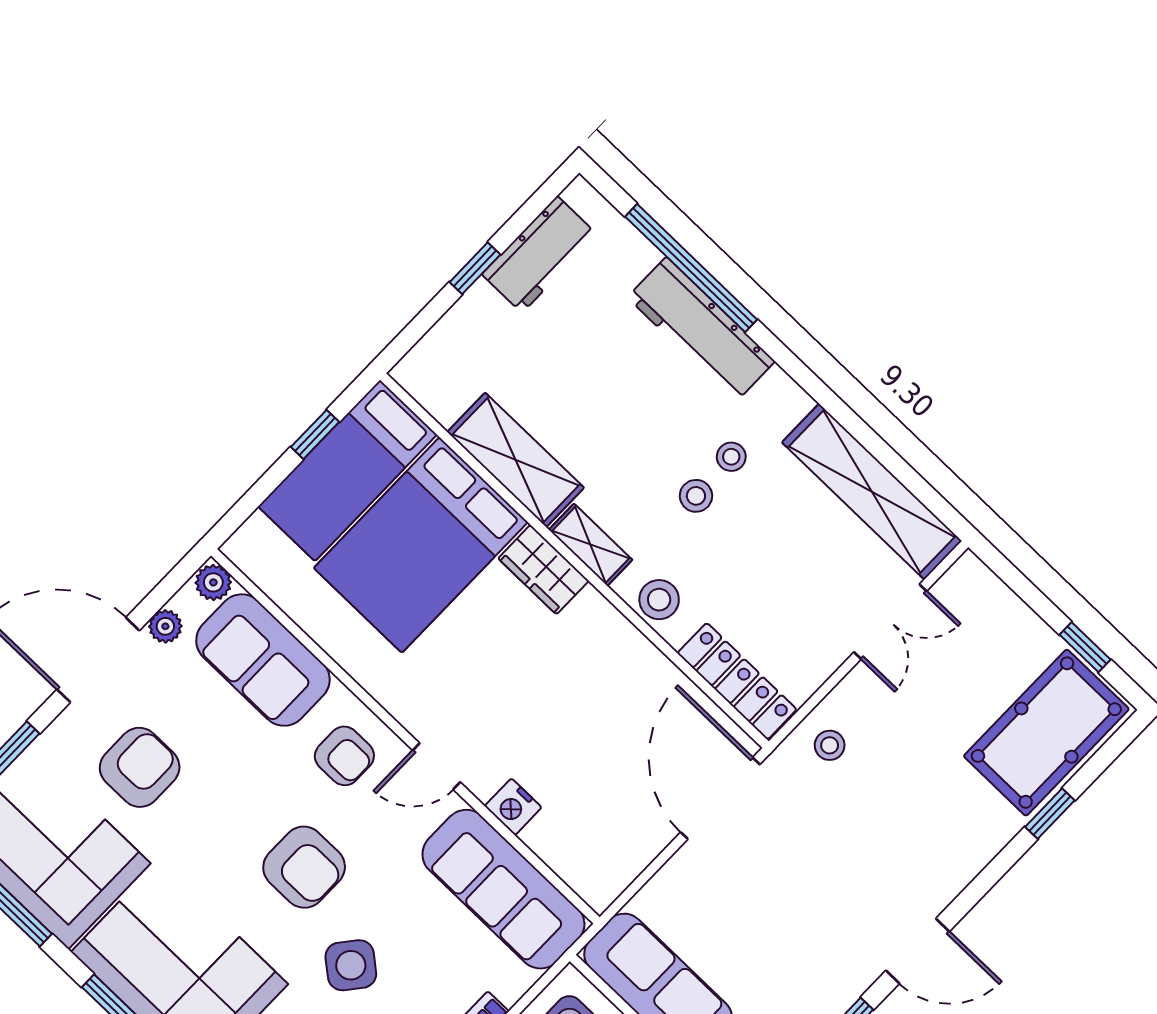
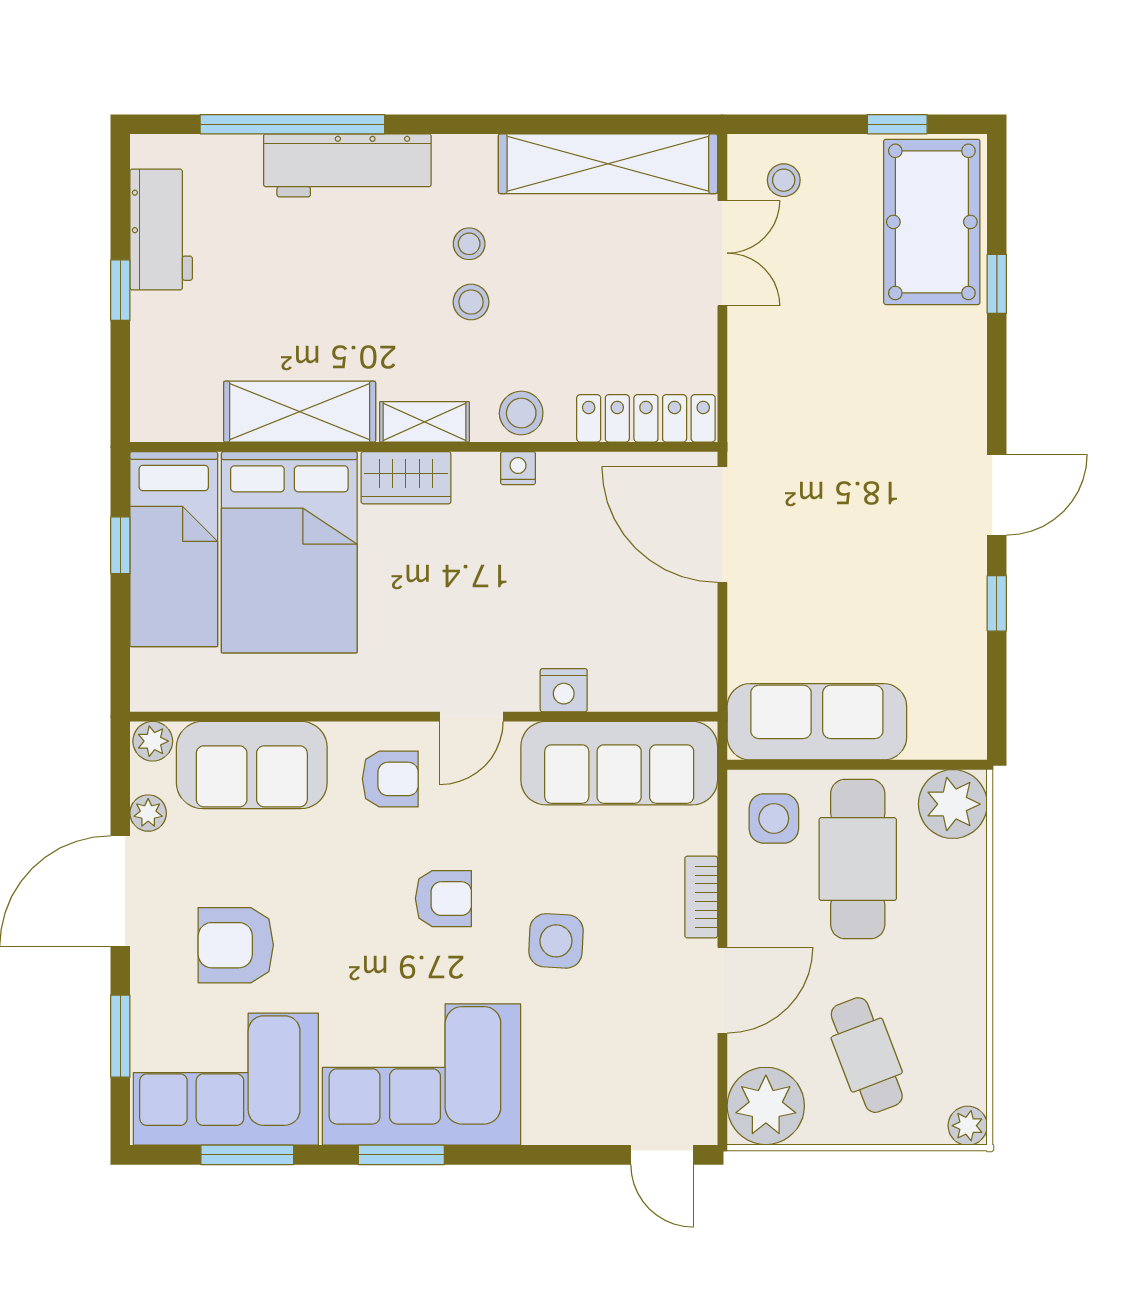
nightstand: (622, 634) -> (518, 468), added
stool: (830, 745) -> (784, 180), moved
armchair: (140, 767) -> (236, 945), turned -90
armchair: (304, 867) -> (443, 899), width x0.72, depth x0.72
side table: (351, 965) -> (556, 941), turned -36

